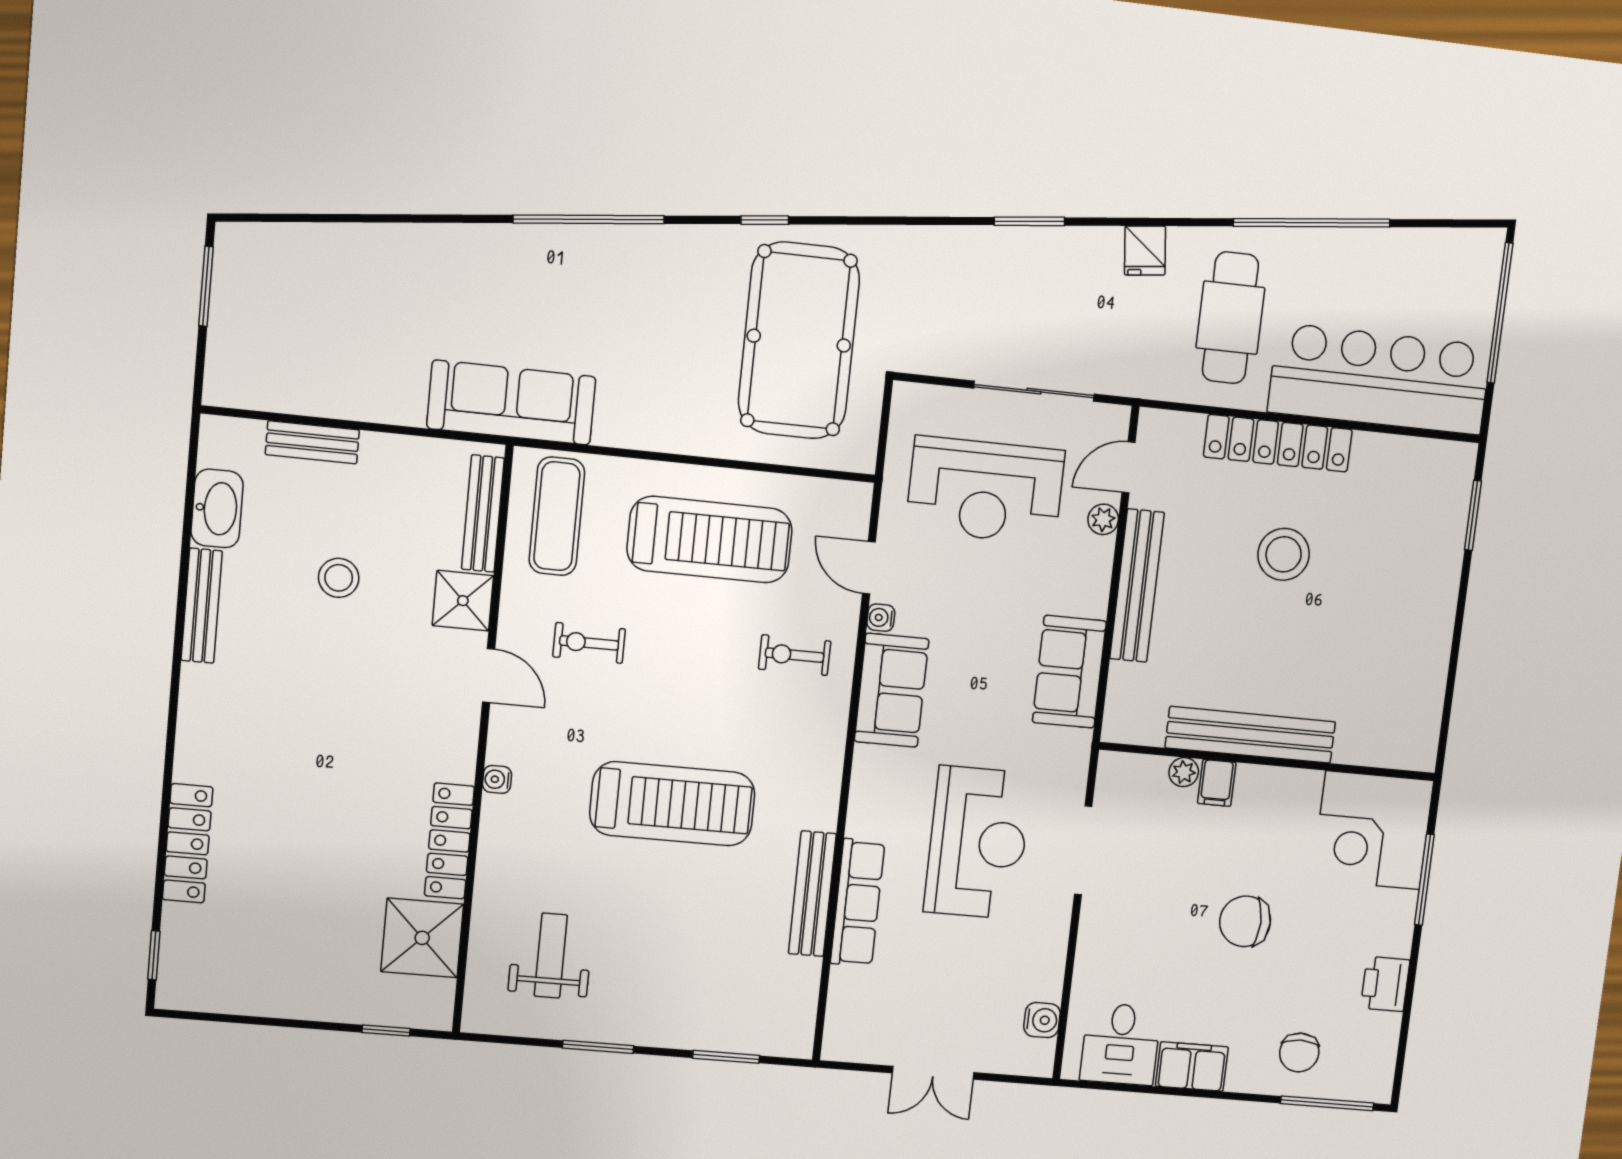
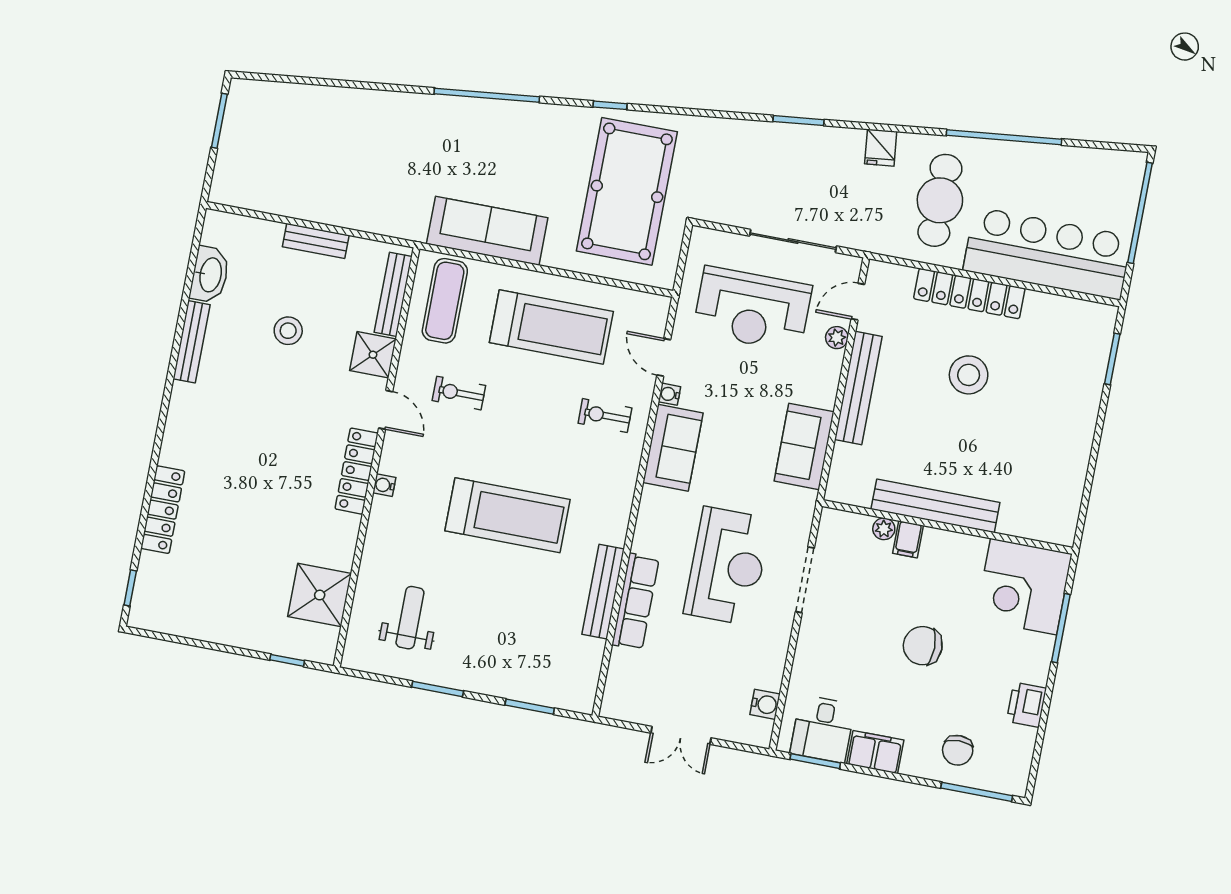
sofa: (511, 403) -> (487, 231), moved
bench: (312, 442) -> (316, 241), moved
locker: (449, 841) -> (357, 471), moved
window: (1114, 1087) -> (815, 761), added

